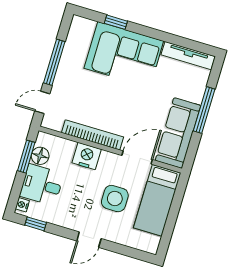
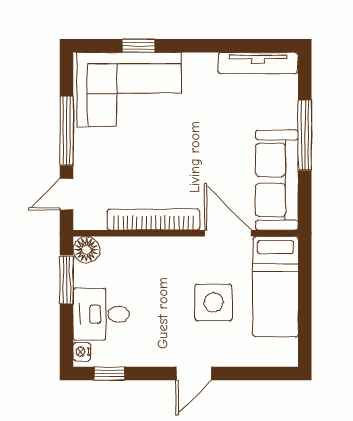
corner sofa: (124, 55) -> (129, 90), moved
floor lamp: (40, 156) -> (86, 250), moved
nightstand: (87, 156) -> (154, 253), removed
door: (137, 158) -> (228, 233), hinge flipped

